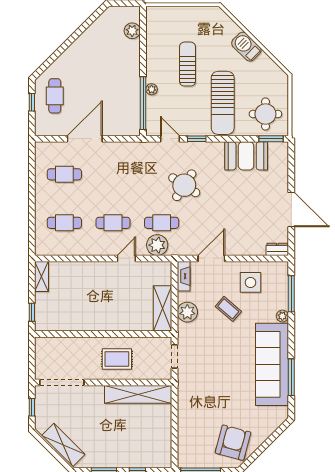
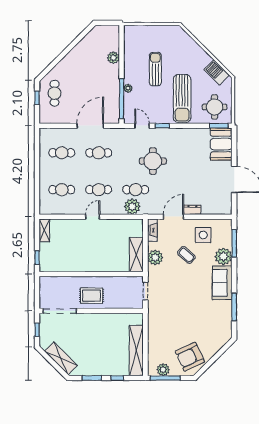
plant: (132, 31) -> (113, 58), moved
barbecue: (246, 47) -> (217, 72), moved
door: (85, 139) -> (90, 126), moved
booth: (246, 156) -> (221, 144), moved, turned 90
cafe table: (113, 174) -> (99, 153), added
round table: (184, 185) -> (153, 161), turned -33
dresser: (277, 249) -> (192, 210), moved
door: (126, 258) -> (93, 217), moved
plant: (282, 316) -> (223, 256), width x1.87, depth x1.87
rug: (117, 359) -> (92, 296), moved
sofa: (272, 364) -> (222, 283), width x0.54, depth x0.79
shelving: (138, 394) -> (136, 351), moved, turned 90
armchair: (233, 443) -> (190, 357), turned -130
plant: (198, 460) -> (163, 370), added

